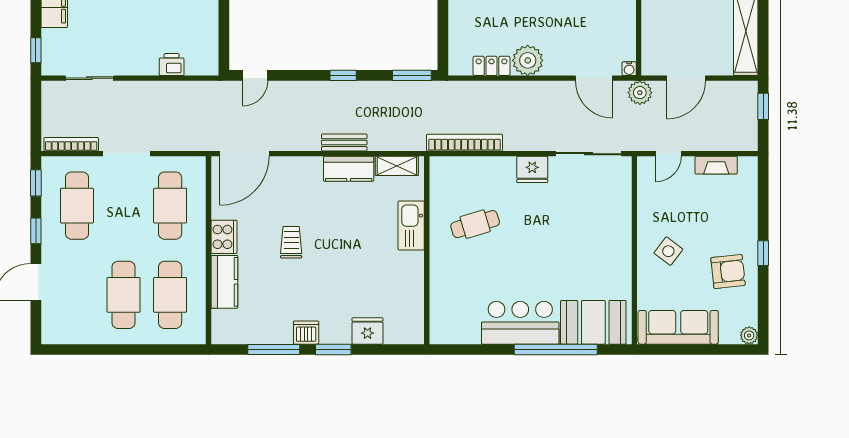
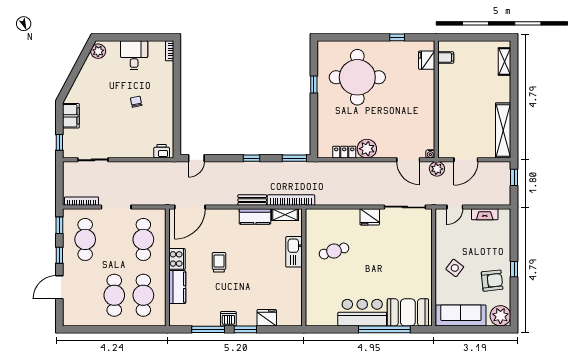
printer: (172, 65) -> (162, 151), moved
bookcase: (464, 143) -> (291, 200), moved
plant: (749, 335) -> (500, 316), width x1.88, depth x1.88

